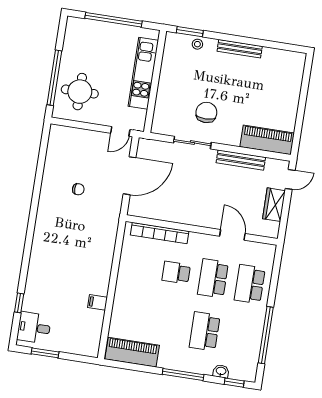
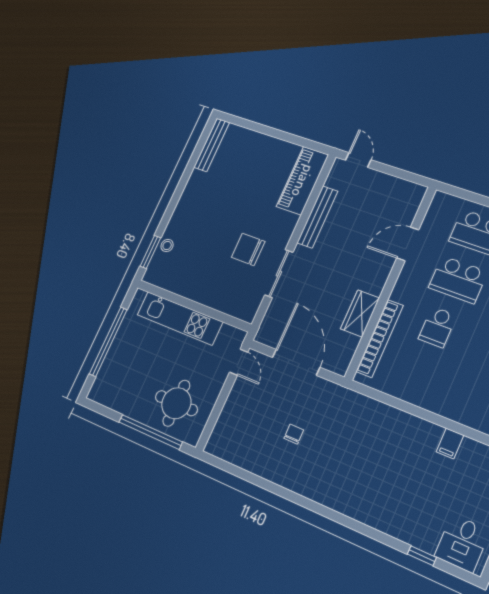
bench: (240, 49) -> (212, 145), moved
wardrobe: (274, 205) -> (360, 313), moved, turned 90

